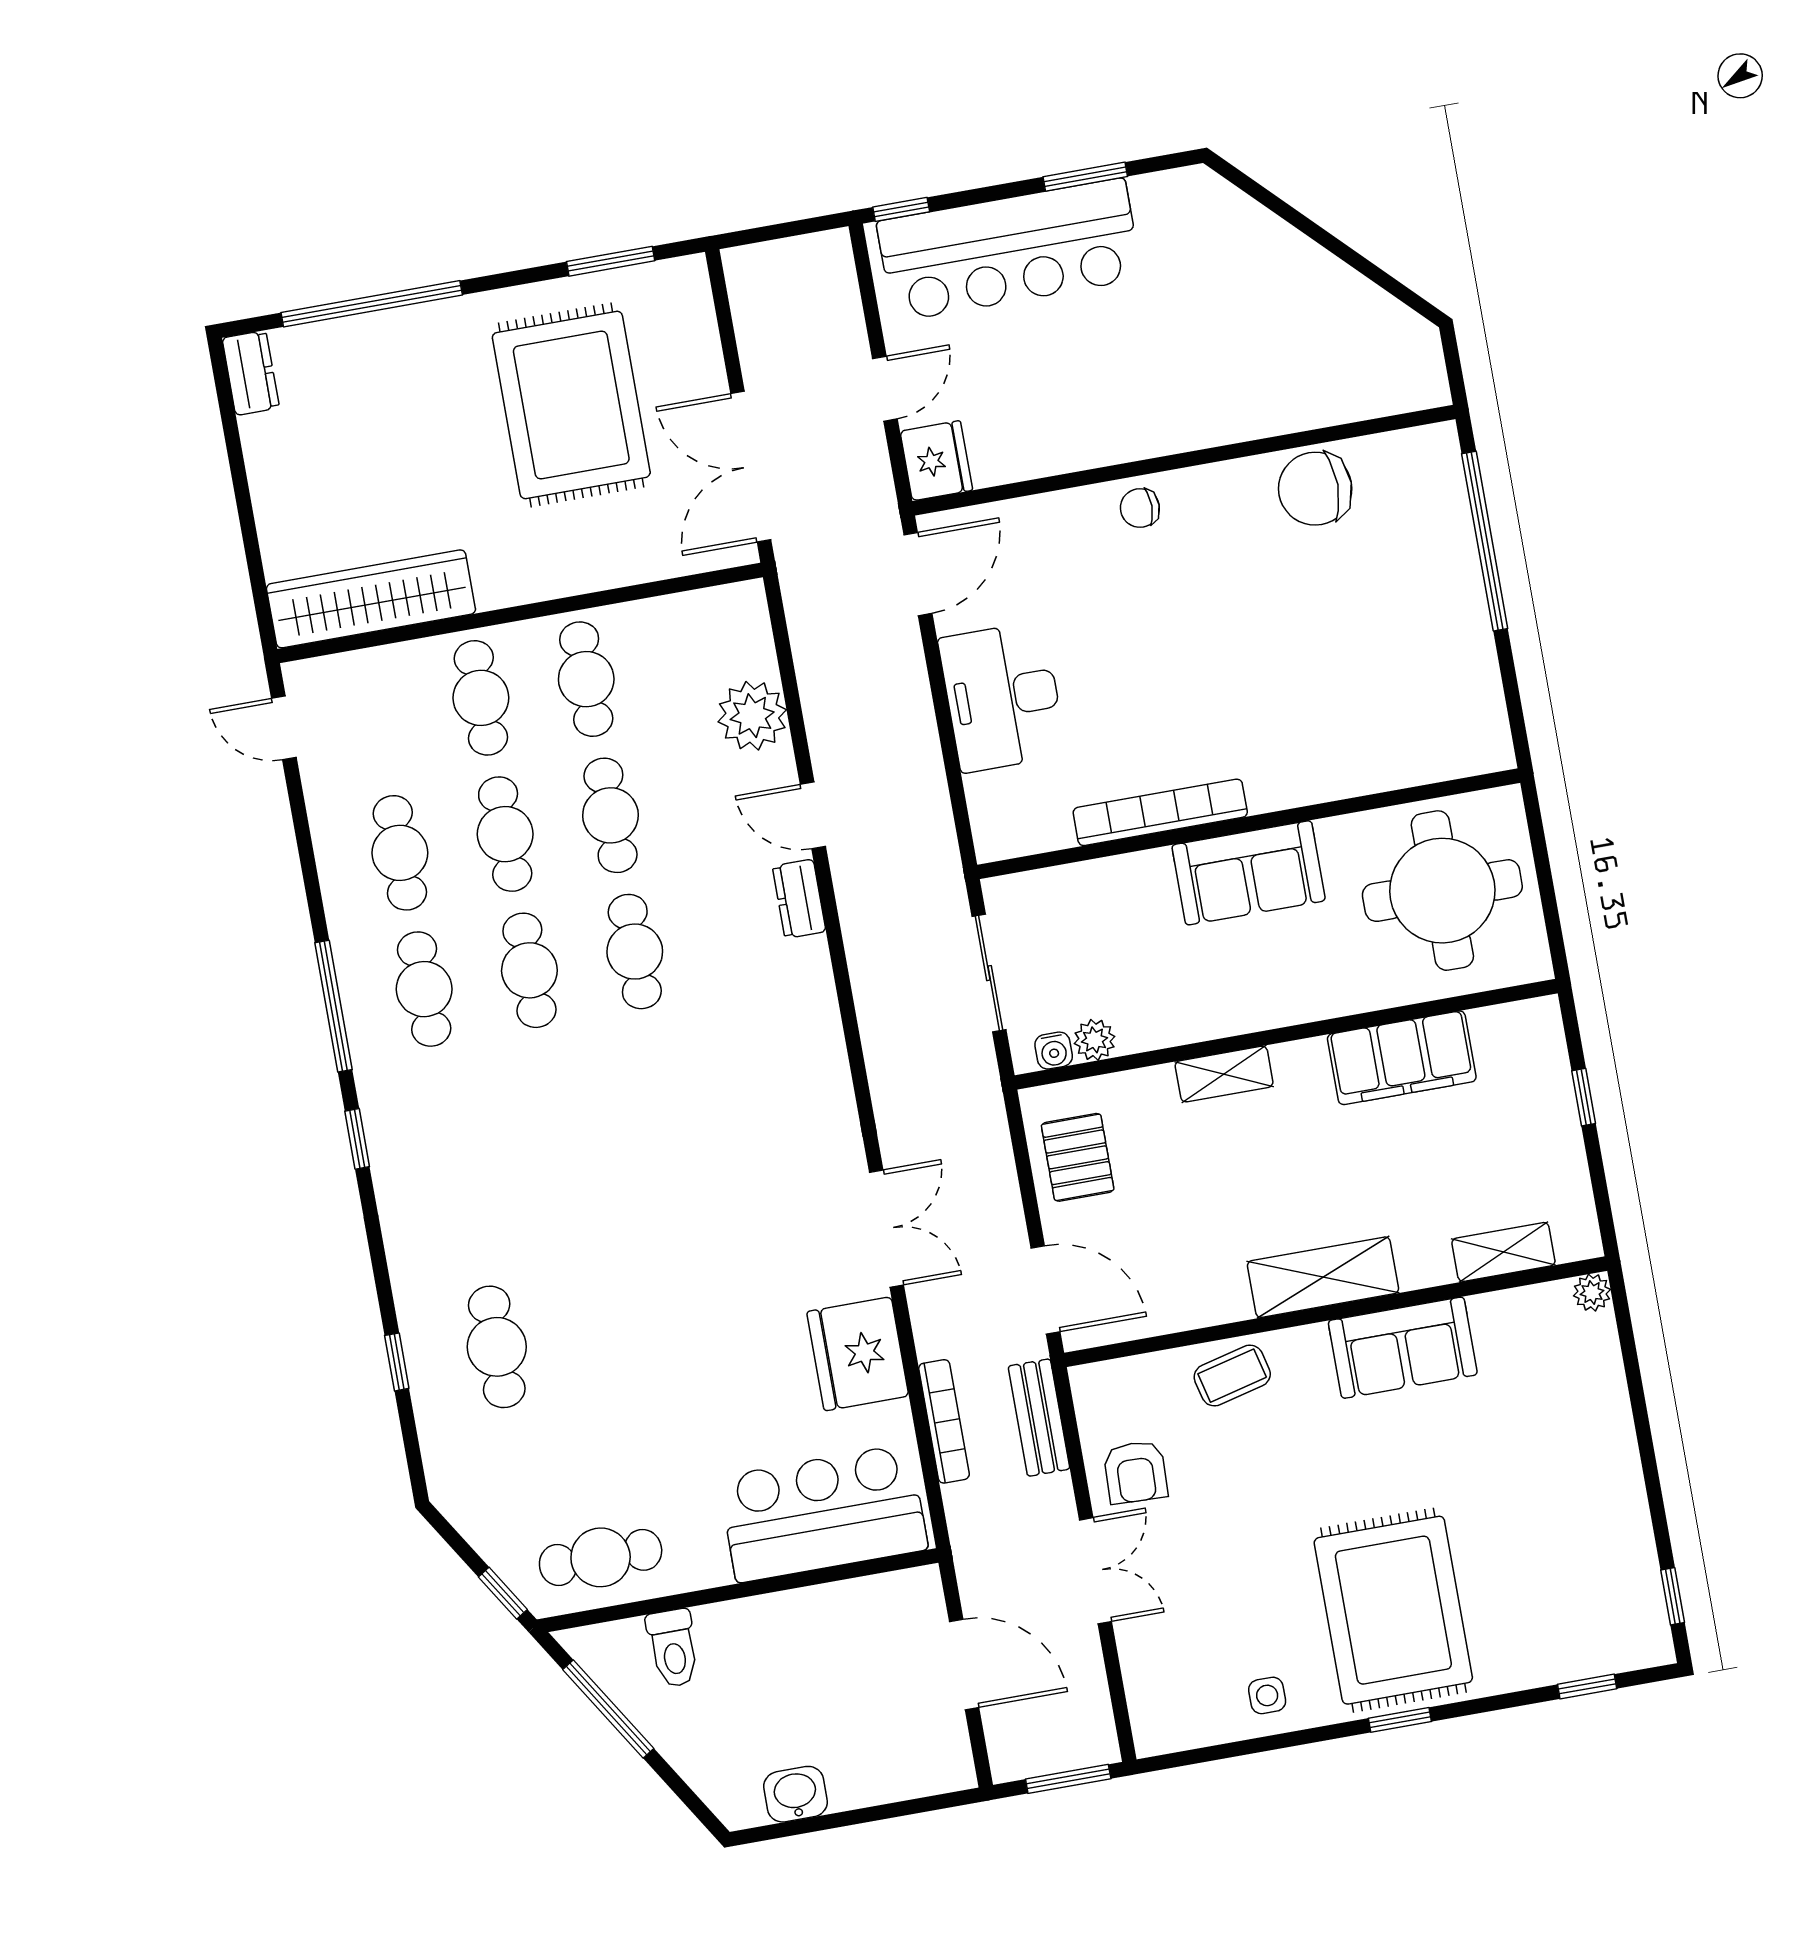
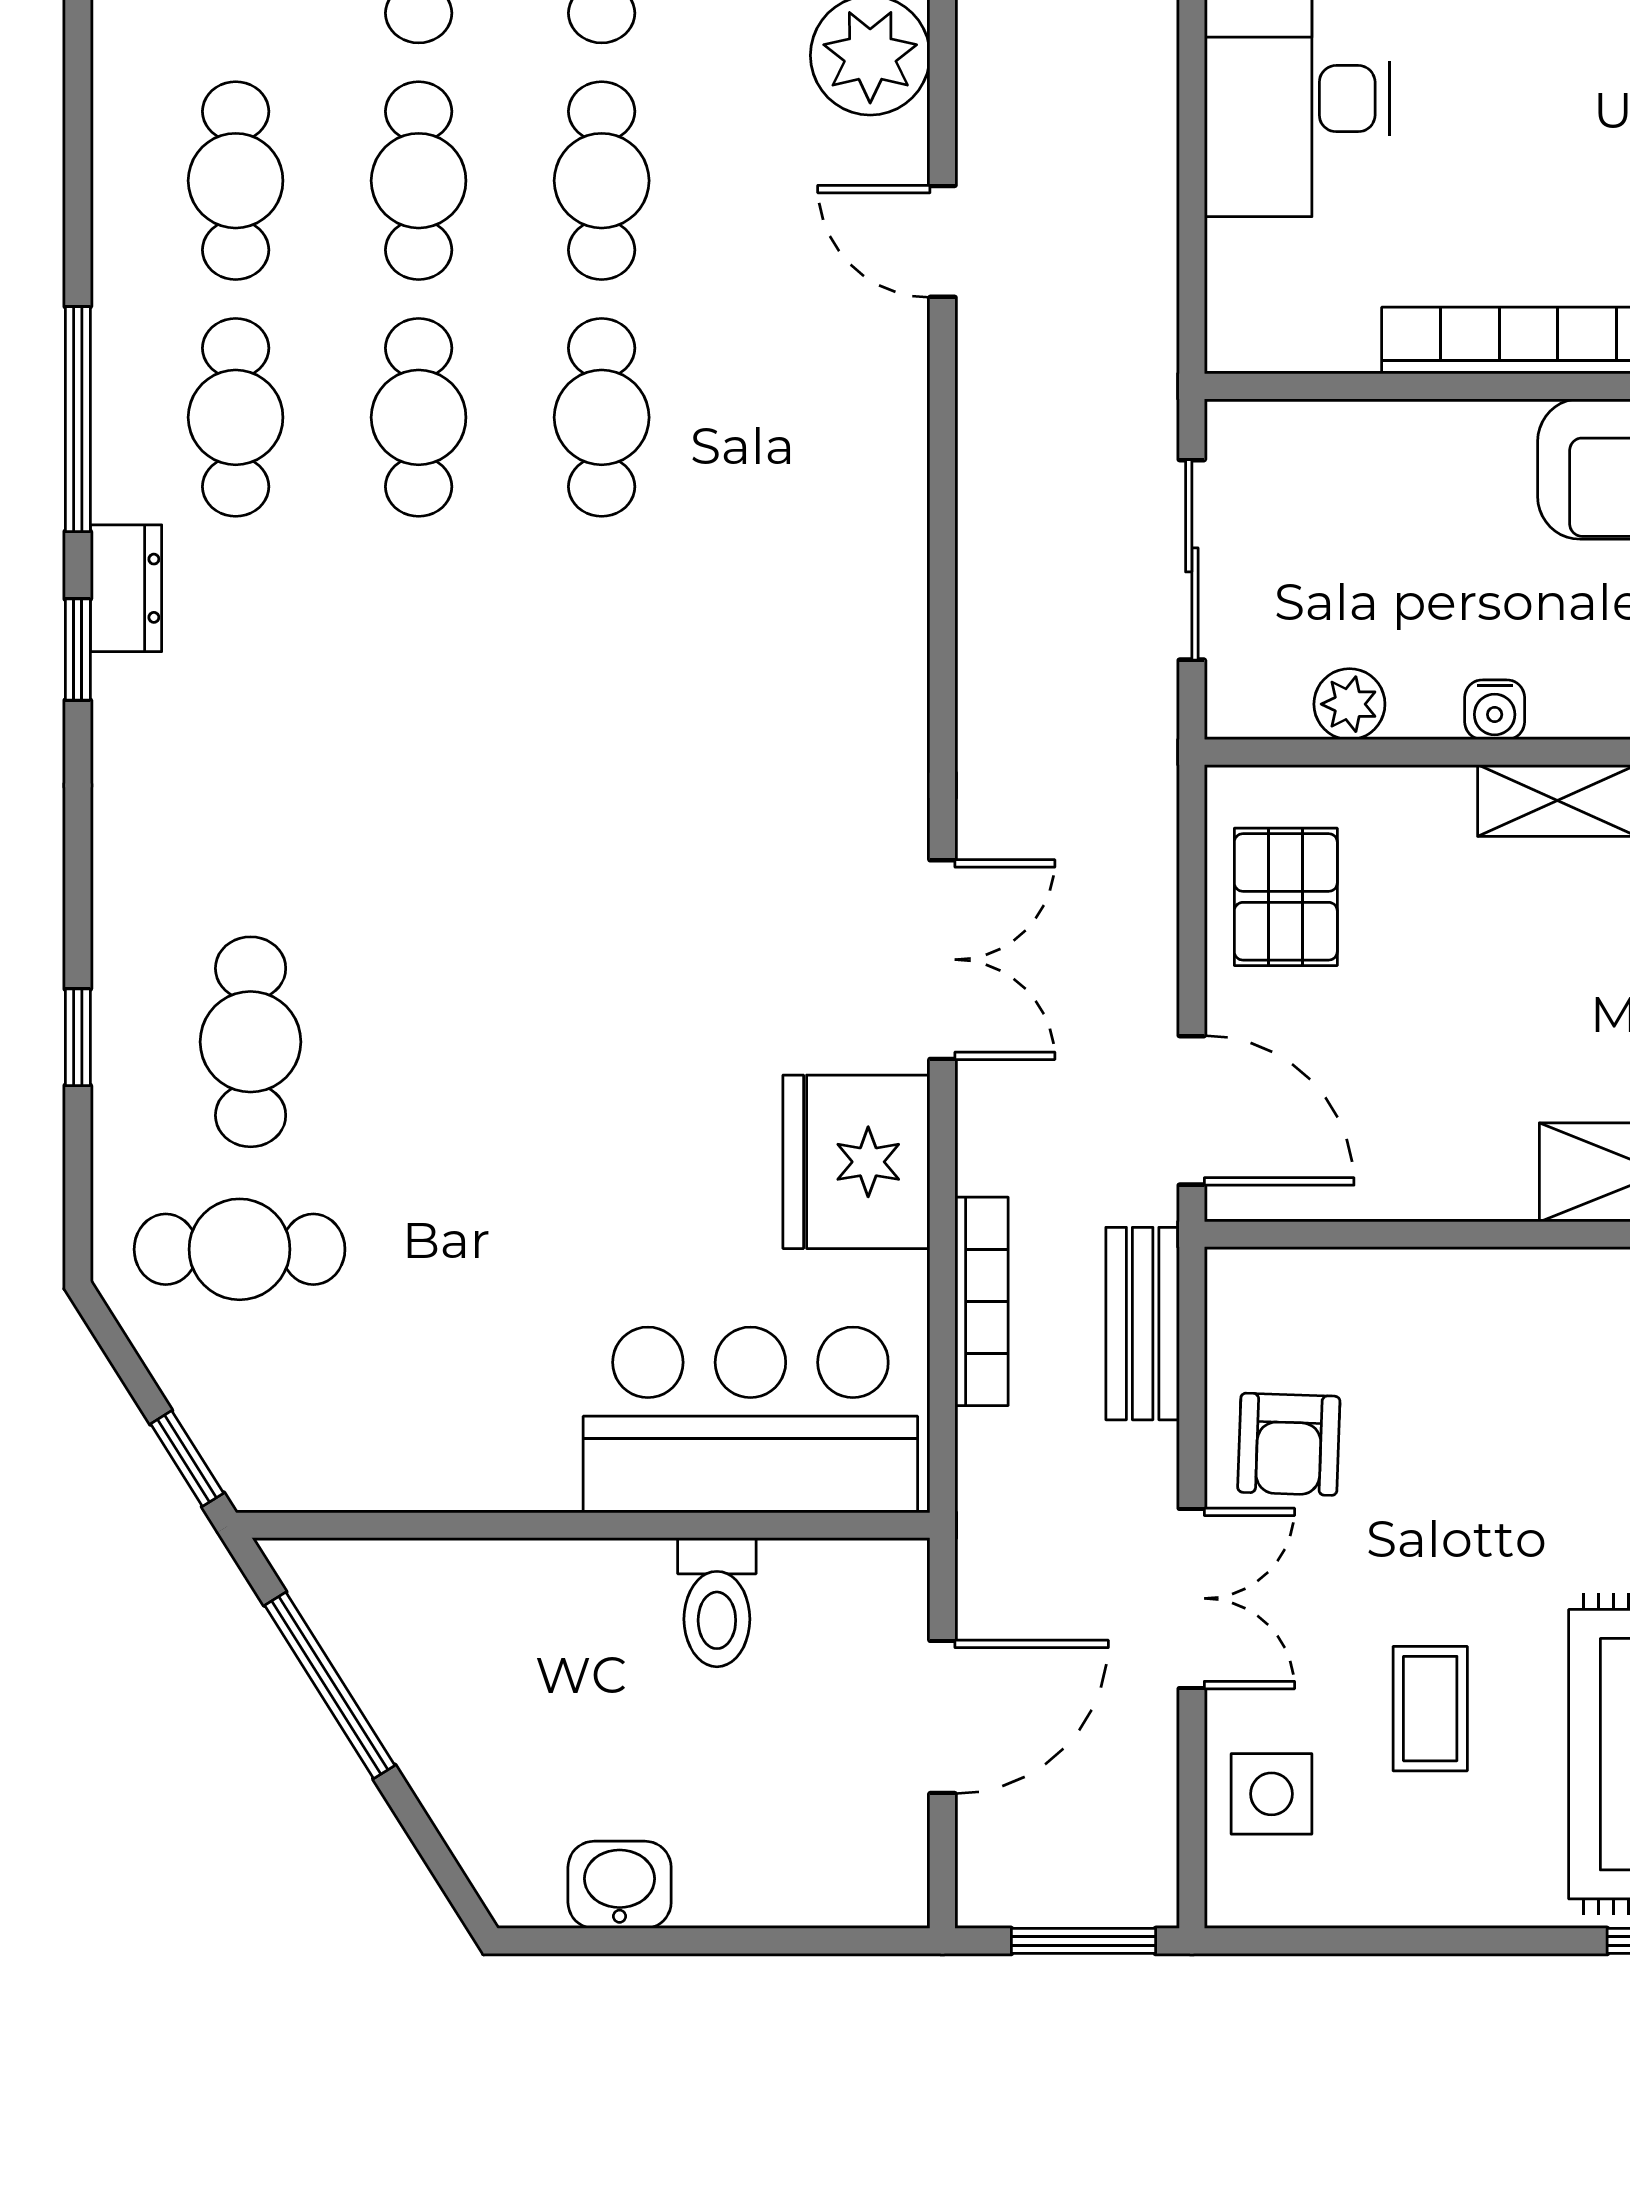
dresser: (799, 899) -> (126, 588), moved, turned 180
water cooler: (1054, 1051) -> (1495, 710), moved
coffee table: (1232, 1376) -> (1430, 1709), moved, turned -76
cafe table: (601, 1557) -> (240, 1249), moved
toilet: (673, 1648) -> (717, 1602), moved
door: (964, 1664) -> (942, 1717), hinge flipped
side table: (1267, 1695) -> (1271, 1794), moved, width x1.37, depth x1.37

